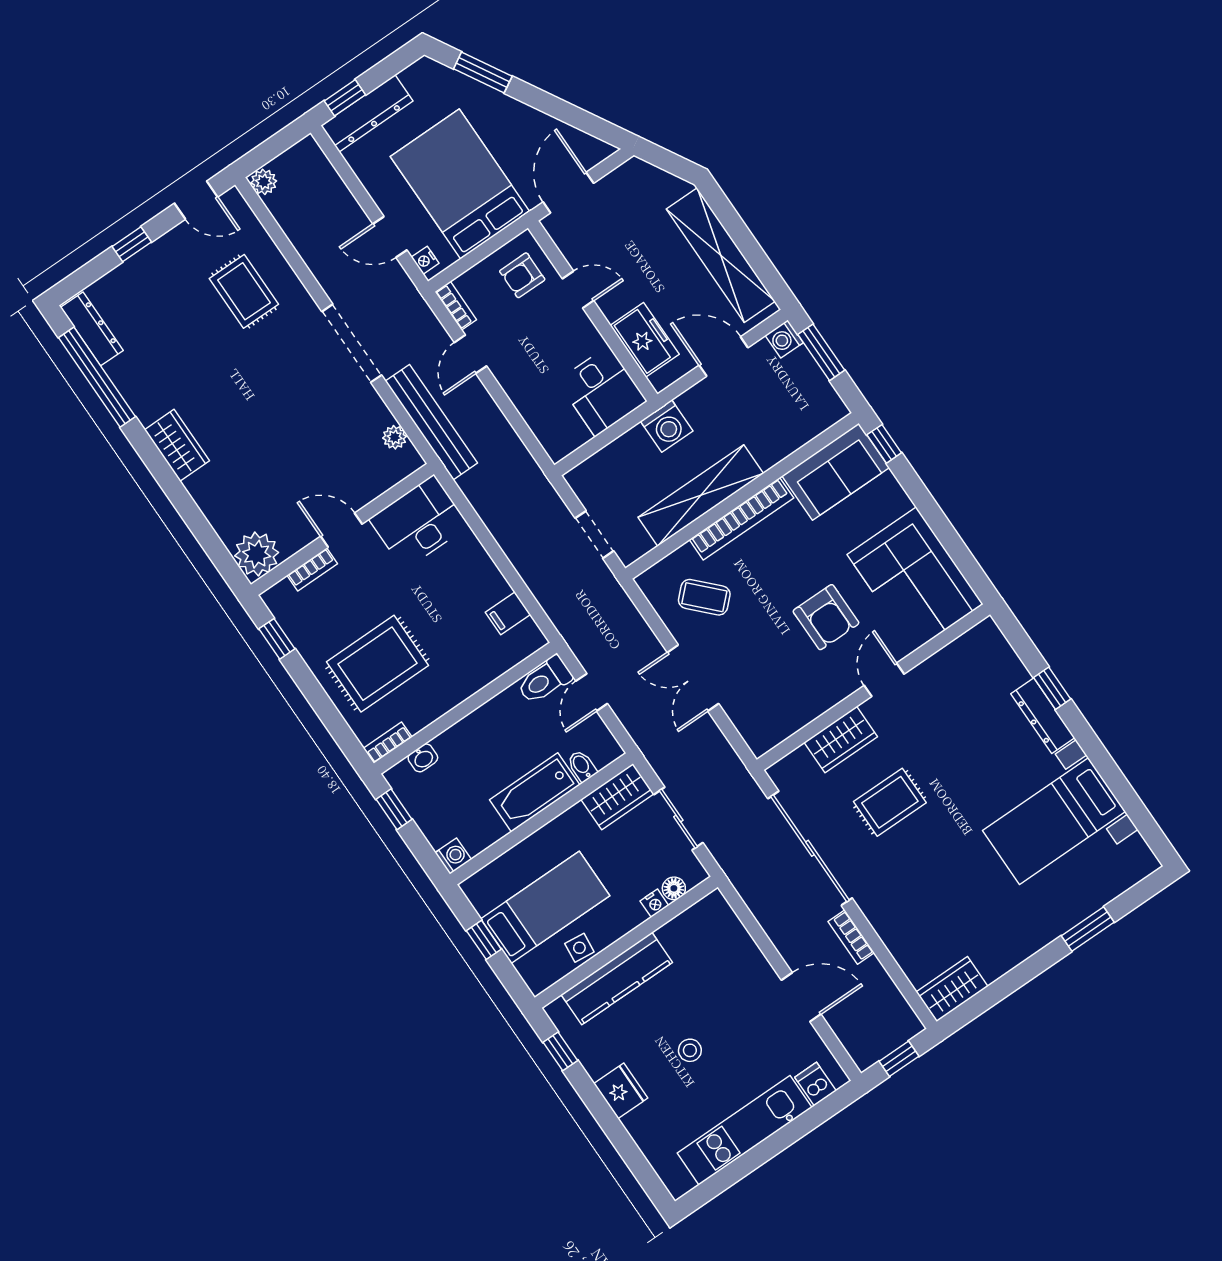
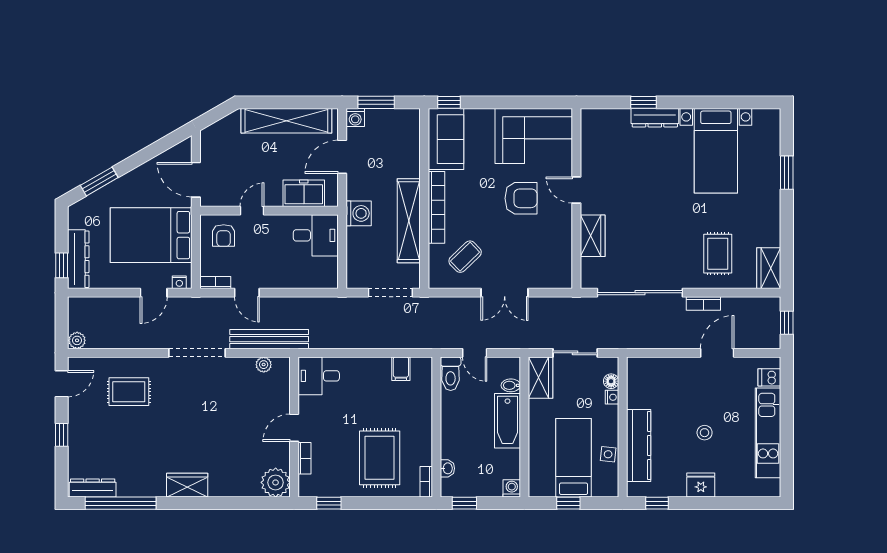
desk: (419, 522) -> (319, 376), width x0.73
doorway: (594, 535) -> (390, 293), width x1.38
rug: (890, 802) -> (718, 254), moved

